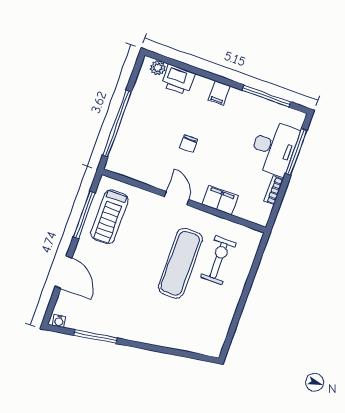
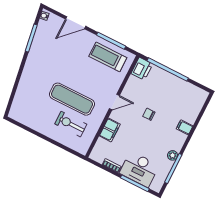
plant: (158, 68) -> (173, 155), moved
printer: (178, 80) -> (142, 69), moved, turned 180
filing cabinet: (219, 93) -> (185, 127), moved
exercise bike: (218, 260) -> (71, 124), turned 180

